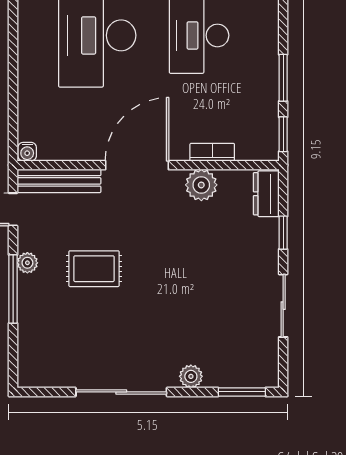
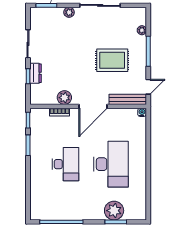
dresser: (266, 194) -> (36, 73), moved
plant: (27, 263) -> (142, 30), moved
rug: (94, 269) -> (112, 60), width x1.36, depth x1.43

